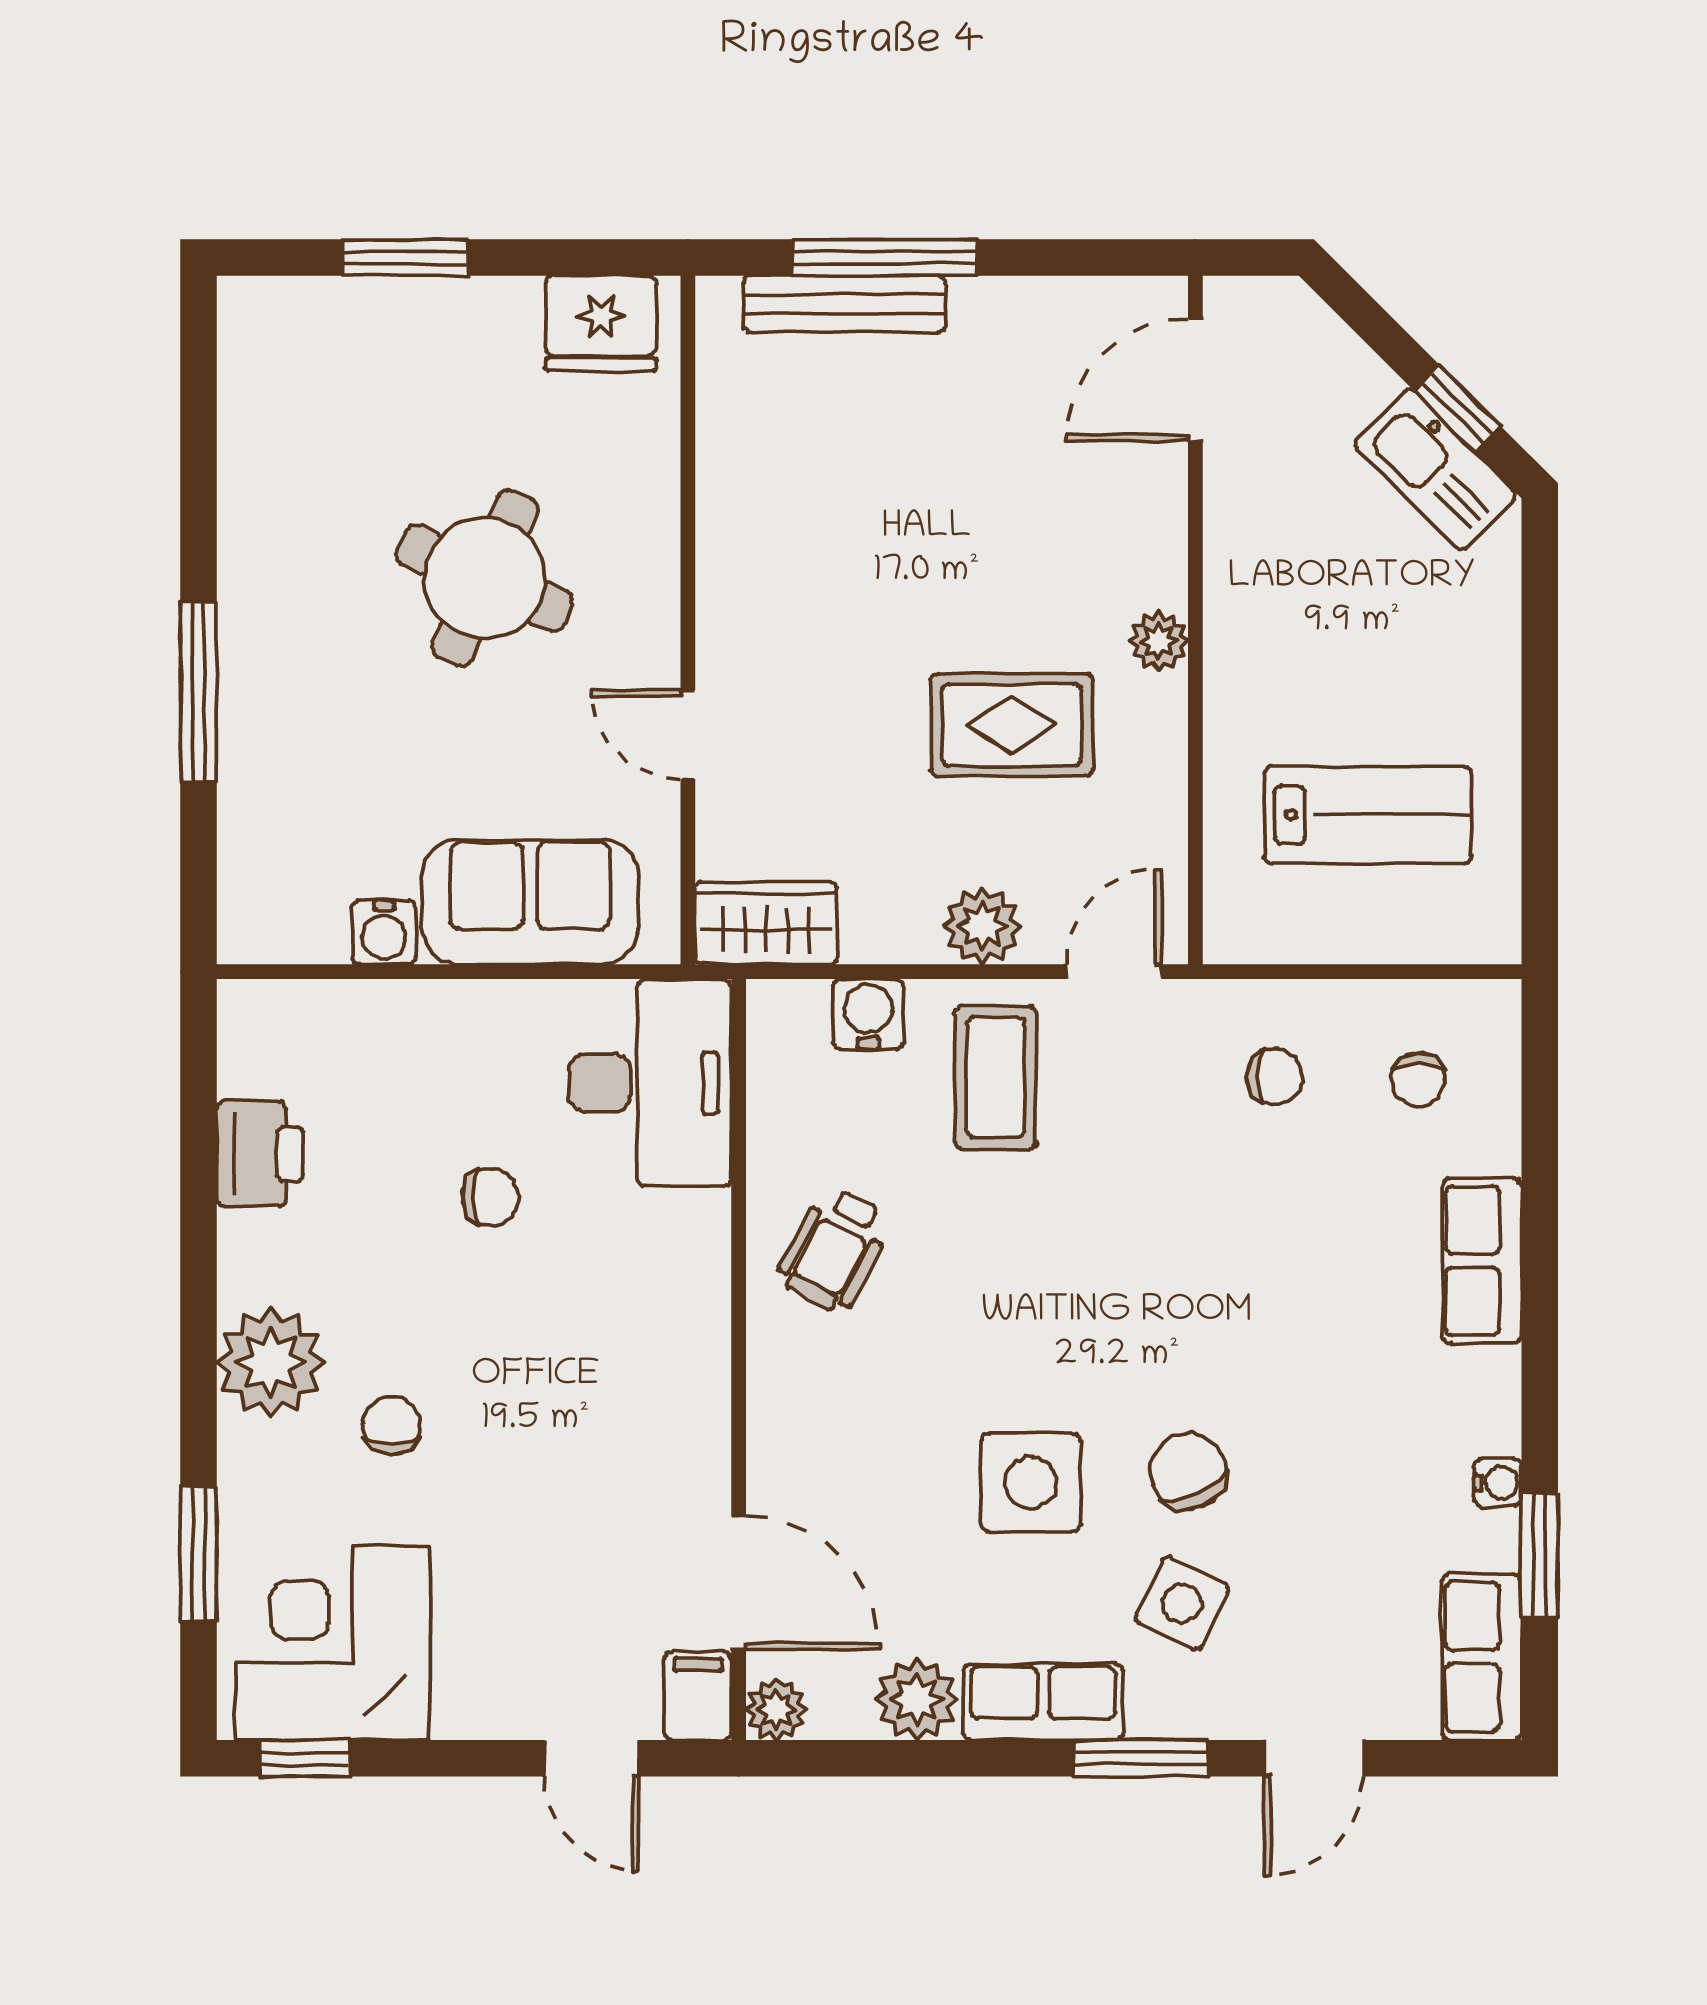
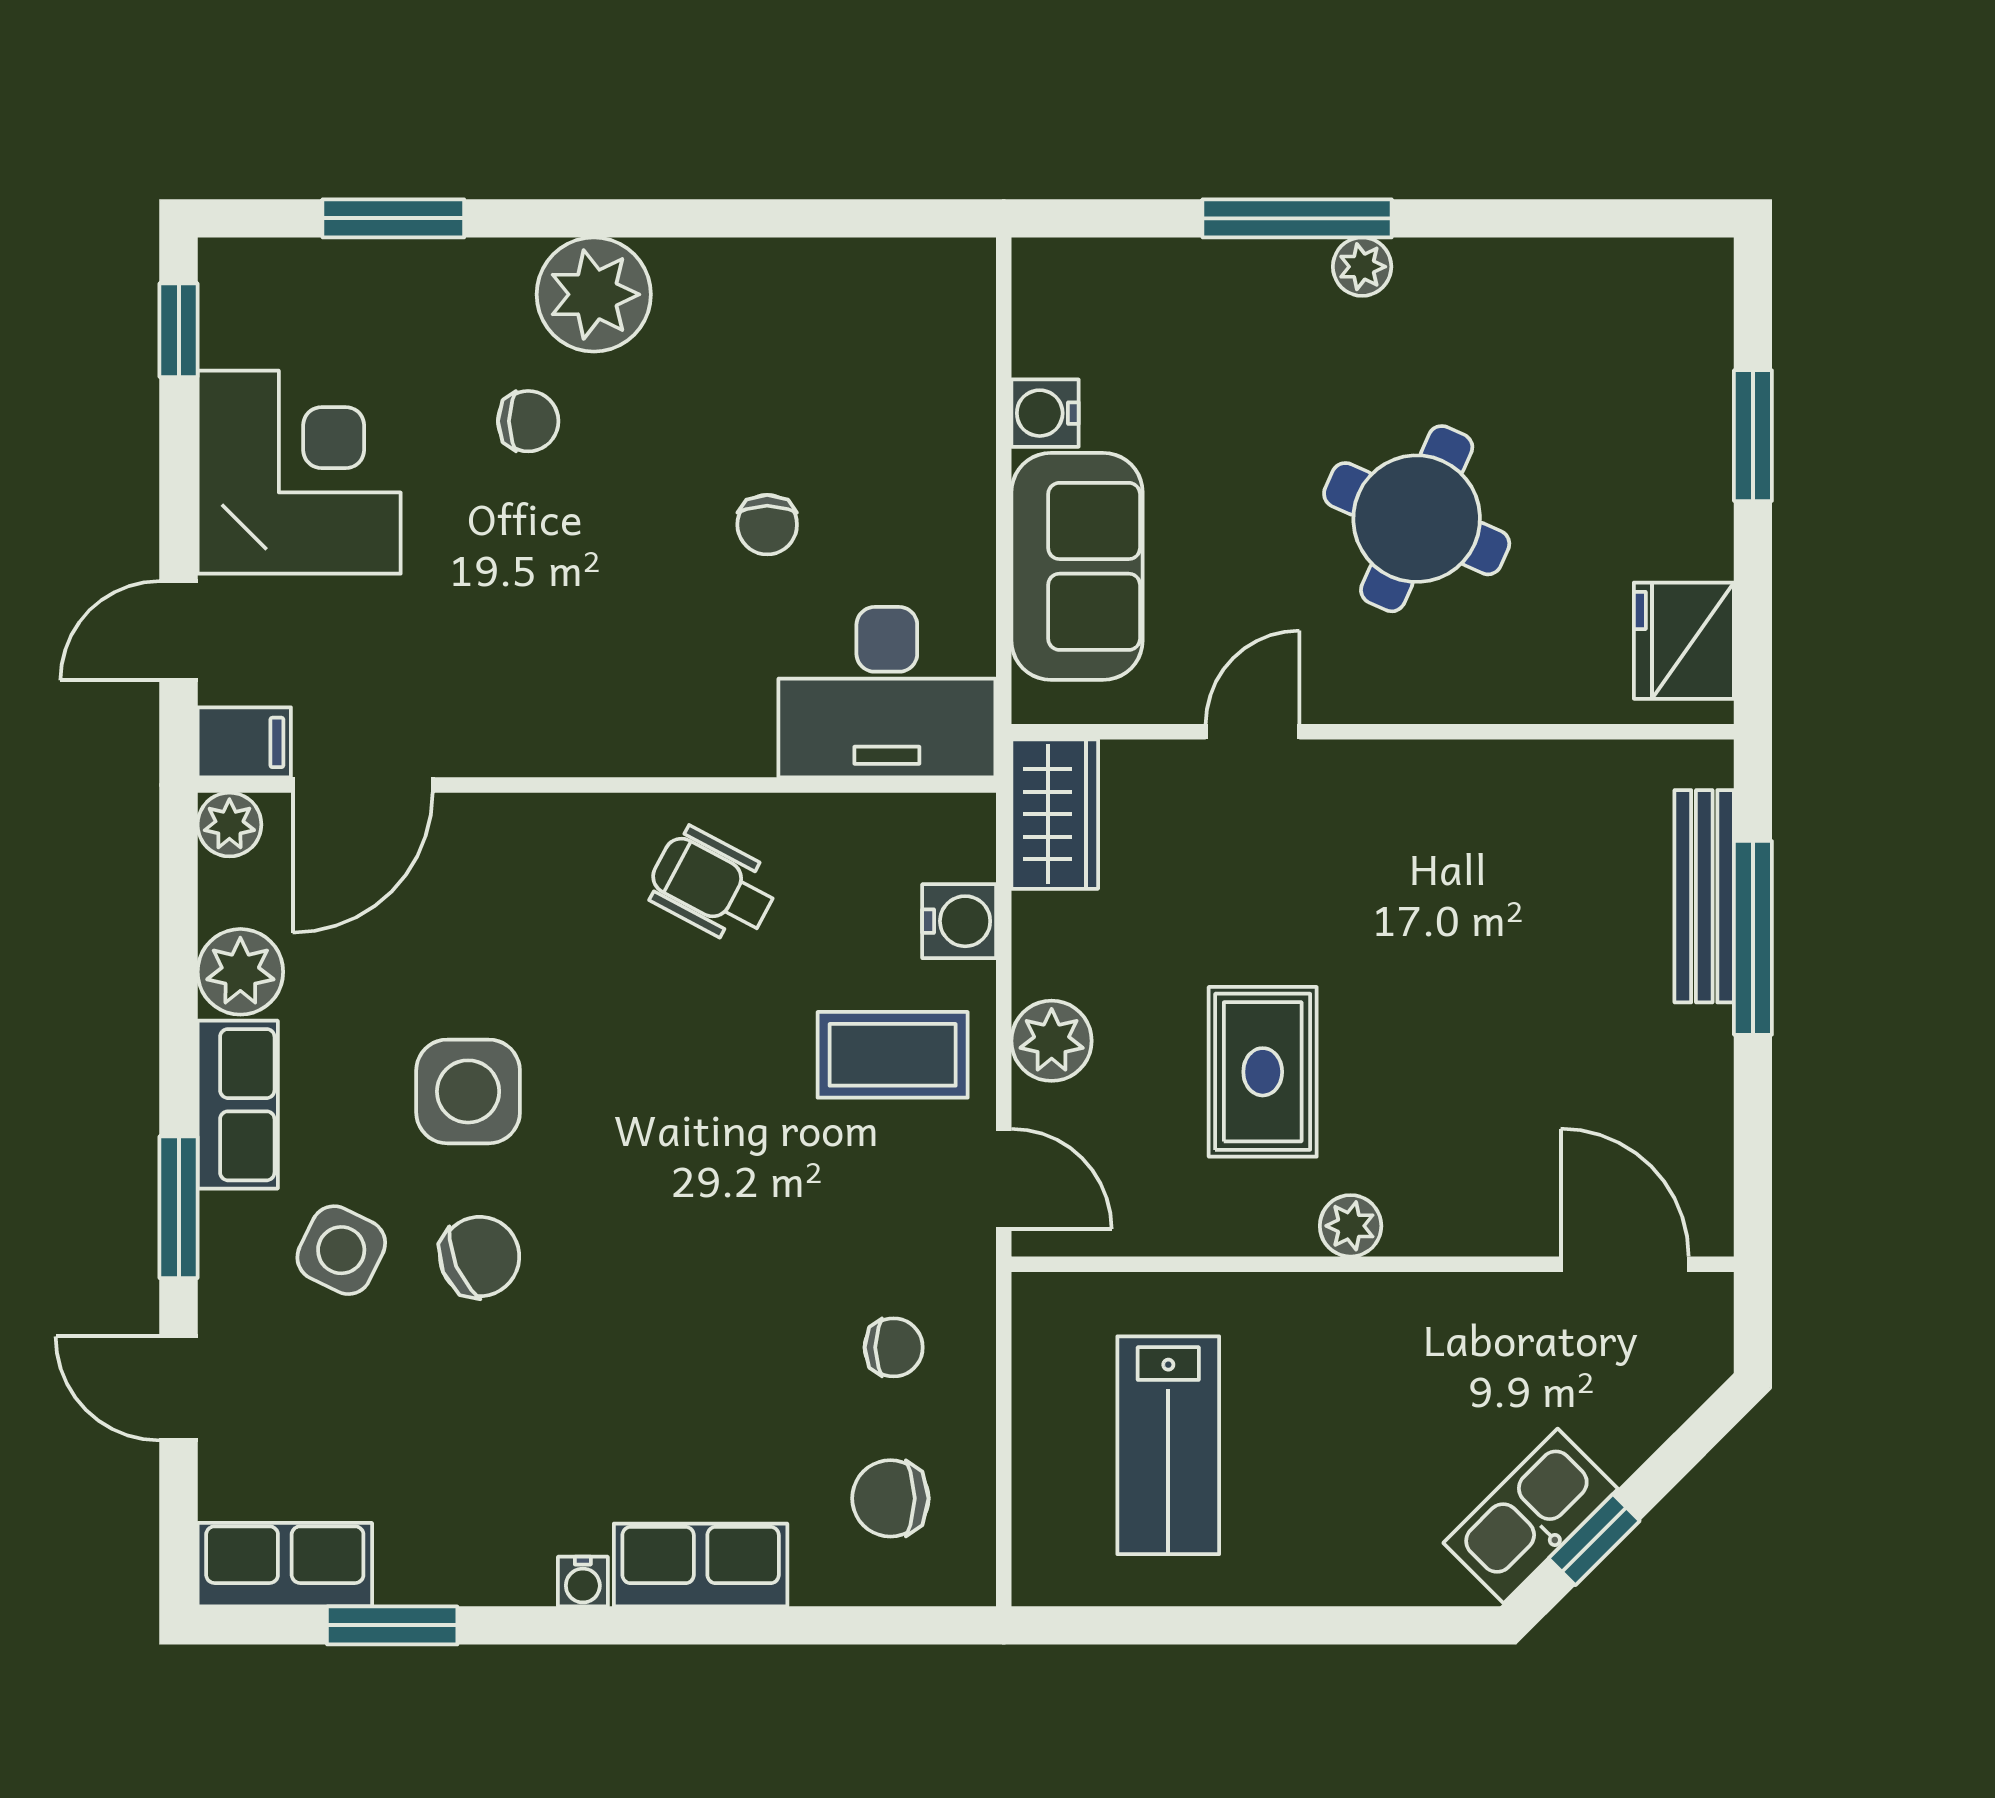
plant: (244, 630) -> (1362, 267), added
chair: (1275, 1077) -> (894, 1347), turned -90
chair: (1419, 1080) -> (890, 1498), width x1.37, depth x1.37
printer: (260, 1154) -> (813, 283), removed
water cooler: (1498, 1483) -> (583, 1582), moved
corner desk: (333, 1643) -> (299, 472), moved

